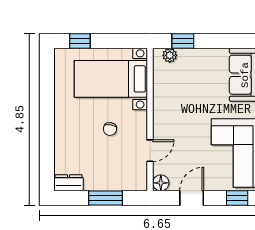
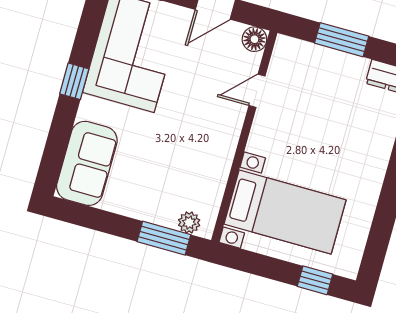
window: (183, 41) -> (164, 238), width x1.50
chair: (110, 129) -> (307, 139), removed

